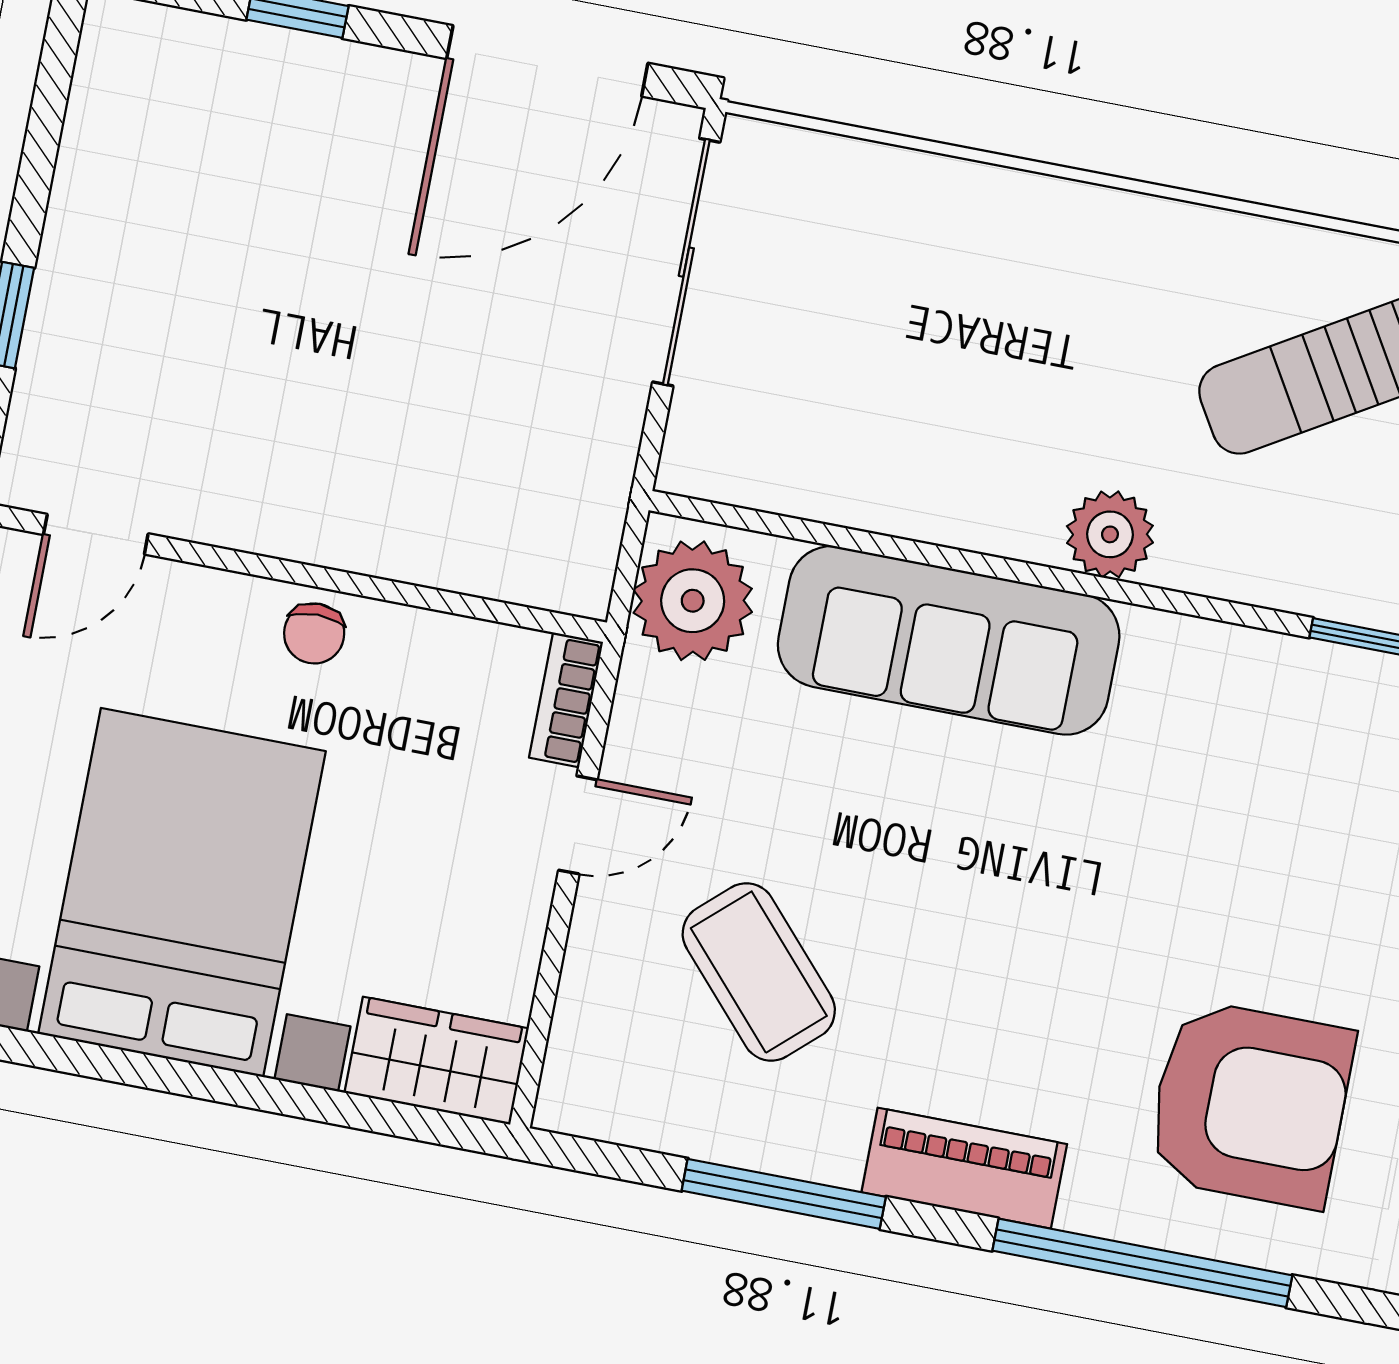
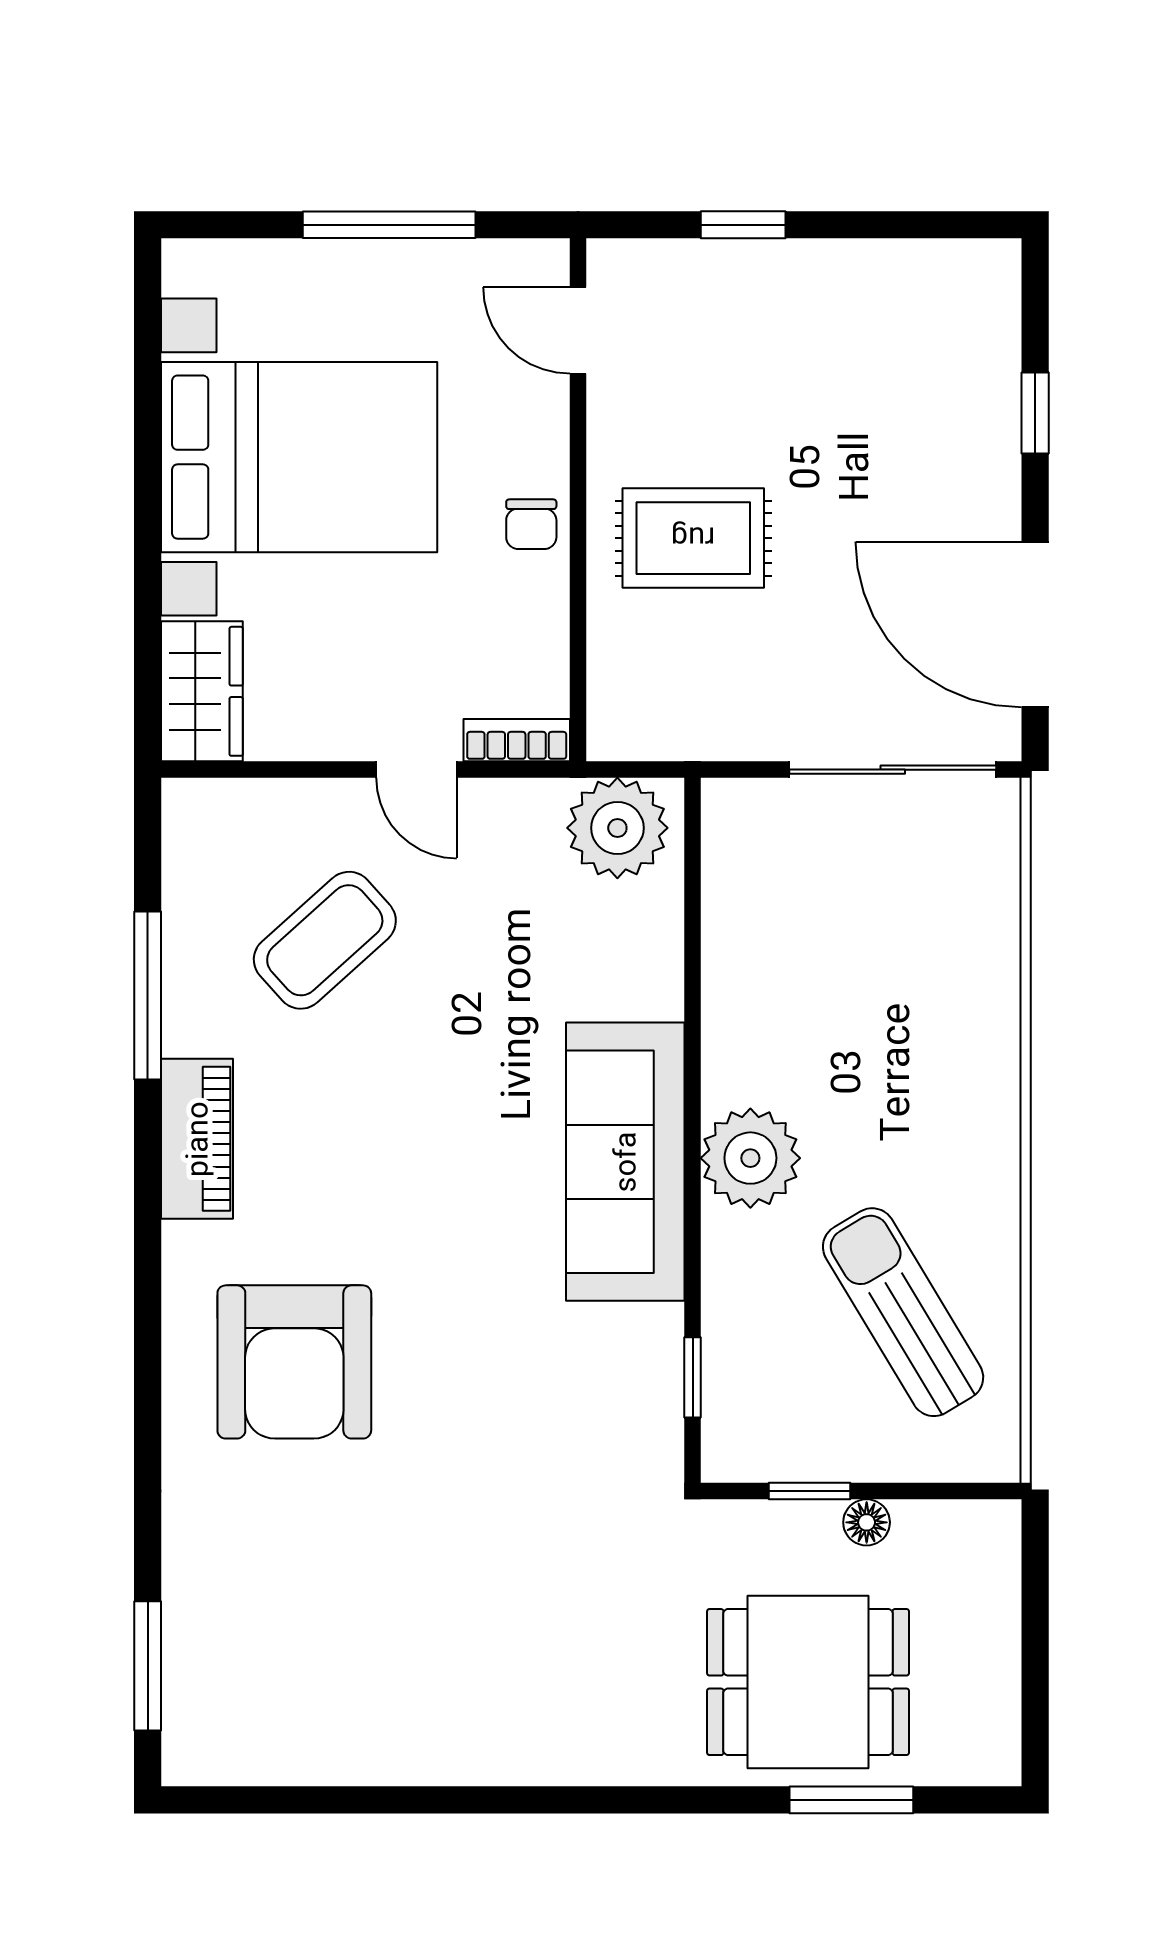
rug: (367, 445) -> (693, 538), added
plant: (1110, 534) -> (750, 1158), width x1.36, depth x1.36
chair: (314, 633) -> (531, 524), turned -90
sofa: (949, 640) -> (625, 1162), moved
window: (1142, 1263) -> (148, 1299), removed

